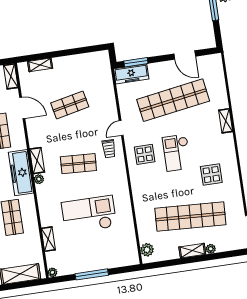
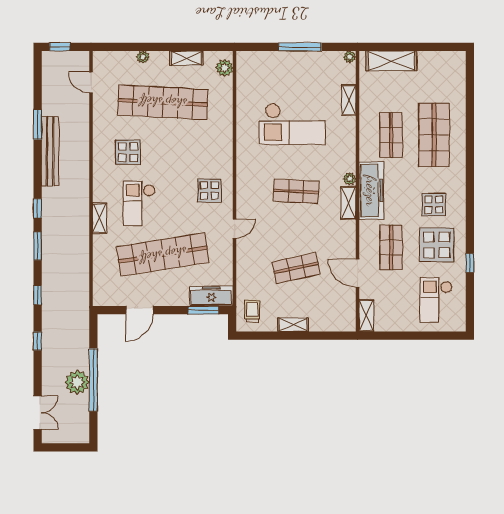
door: (185, 55) -> (139, 310), swing flipped
shelving: (40, 65) -> (293, 325), moved
trolley: (109, 149) -> (252, 311), moved
checkout: (177, 153) -> (139, 203), moved, turned 180
shelving: (192, 251) -> (186, 58), moved

